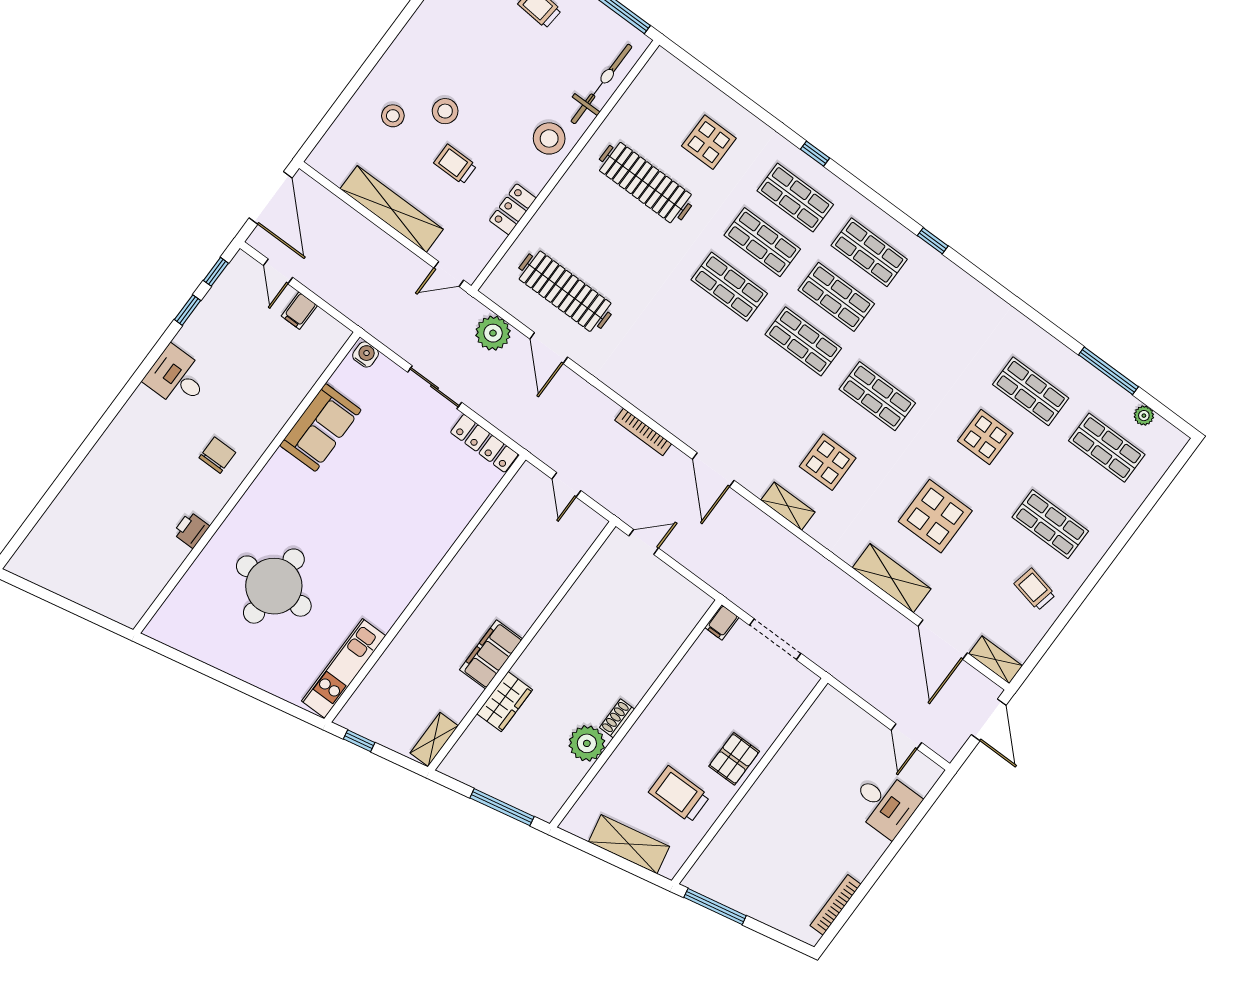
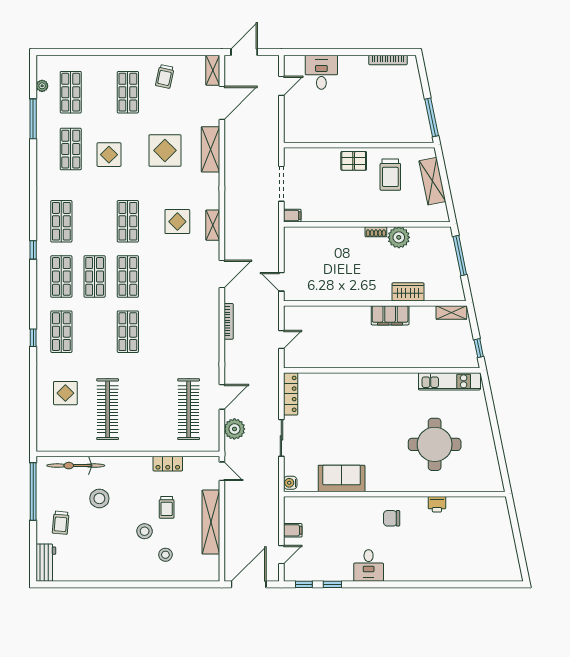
stool: (549, 138) -> (99, 498), moved
shop shelf: (762, 242) -> (61, 221), moved

